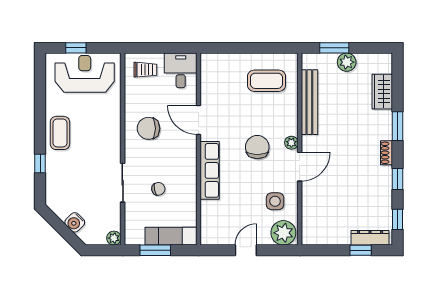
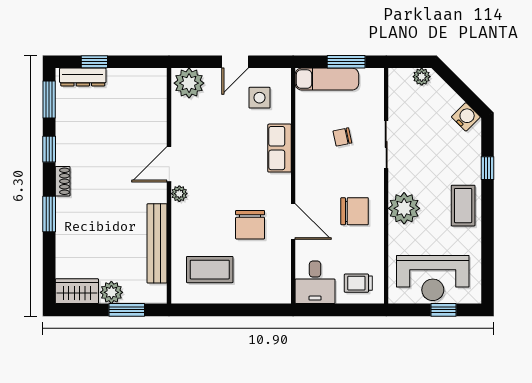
wardrobe: (382, 92) -> (77, 291), moved, turned -90
plant: (108, 131) -> (404, 208), added
chair: (257, 147) -> (250, 225), moved
row of seats: (210, 170) -> (280, 148), width x0.68
side table: (275, 201) -> (260, 98), moved
window: (397, 219) -> (49, 100), width x1.50
water cooler: (75, 222) -> (466, 117), moved
plant: (114, 238) -> (422, 77), moved

